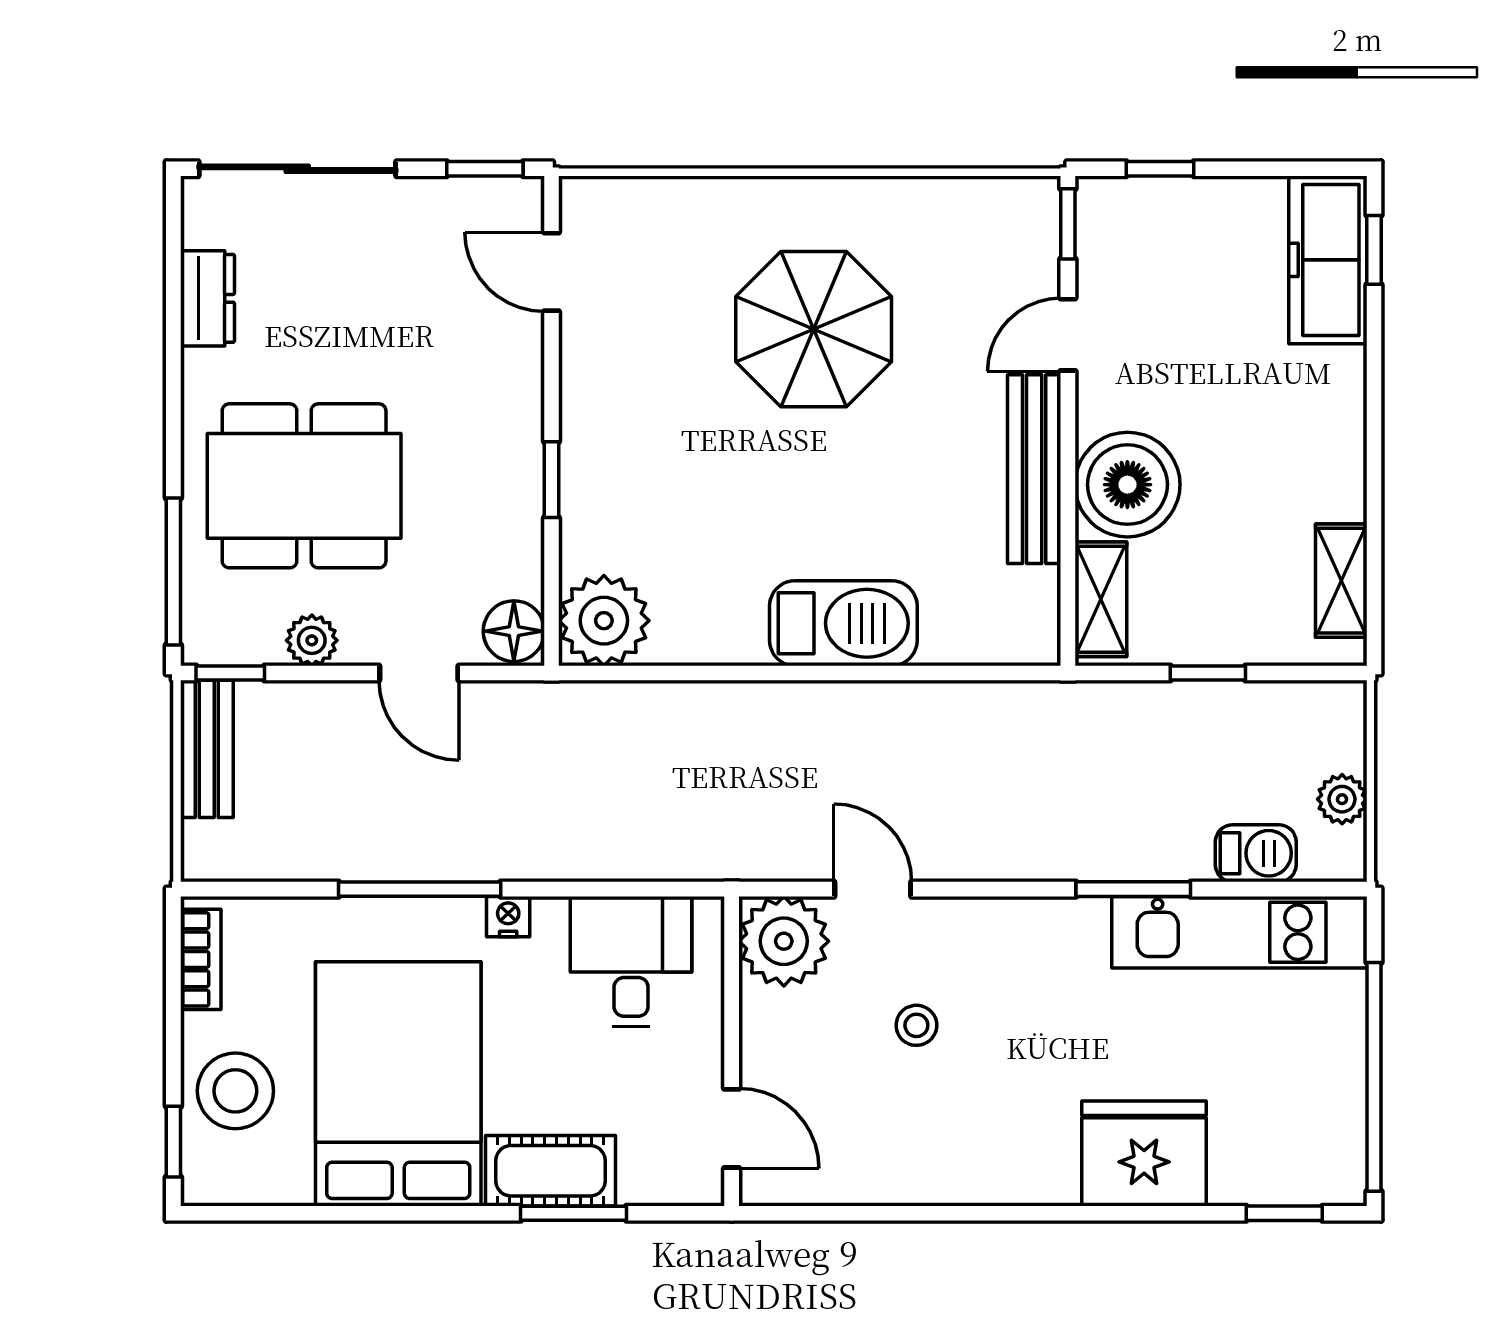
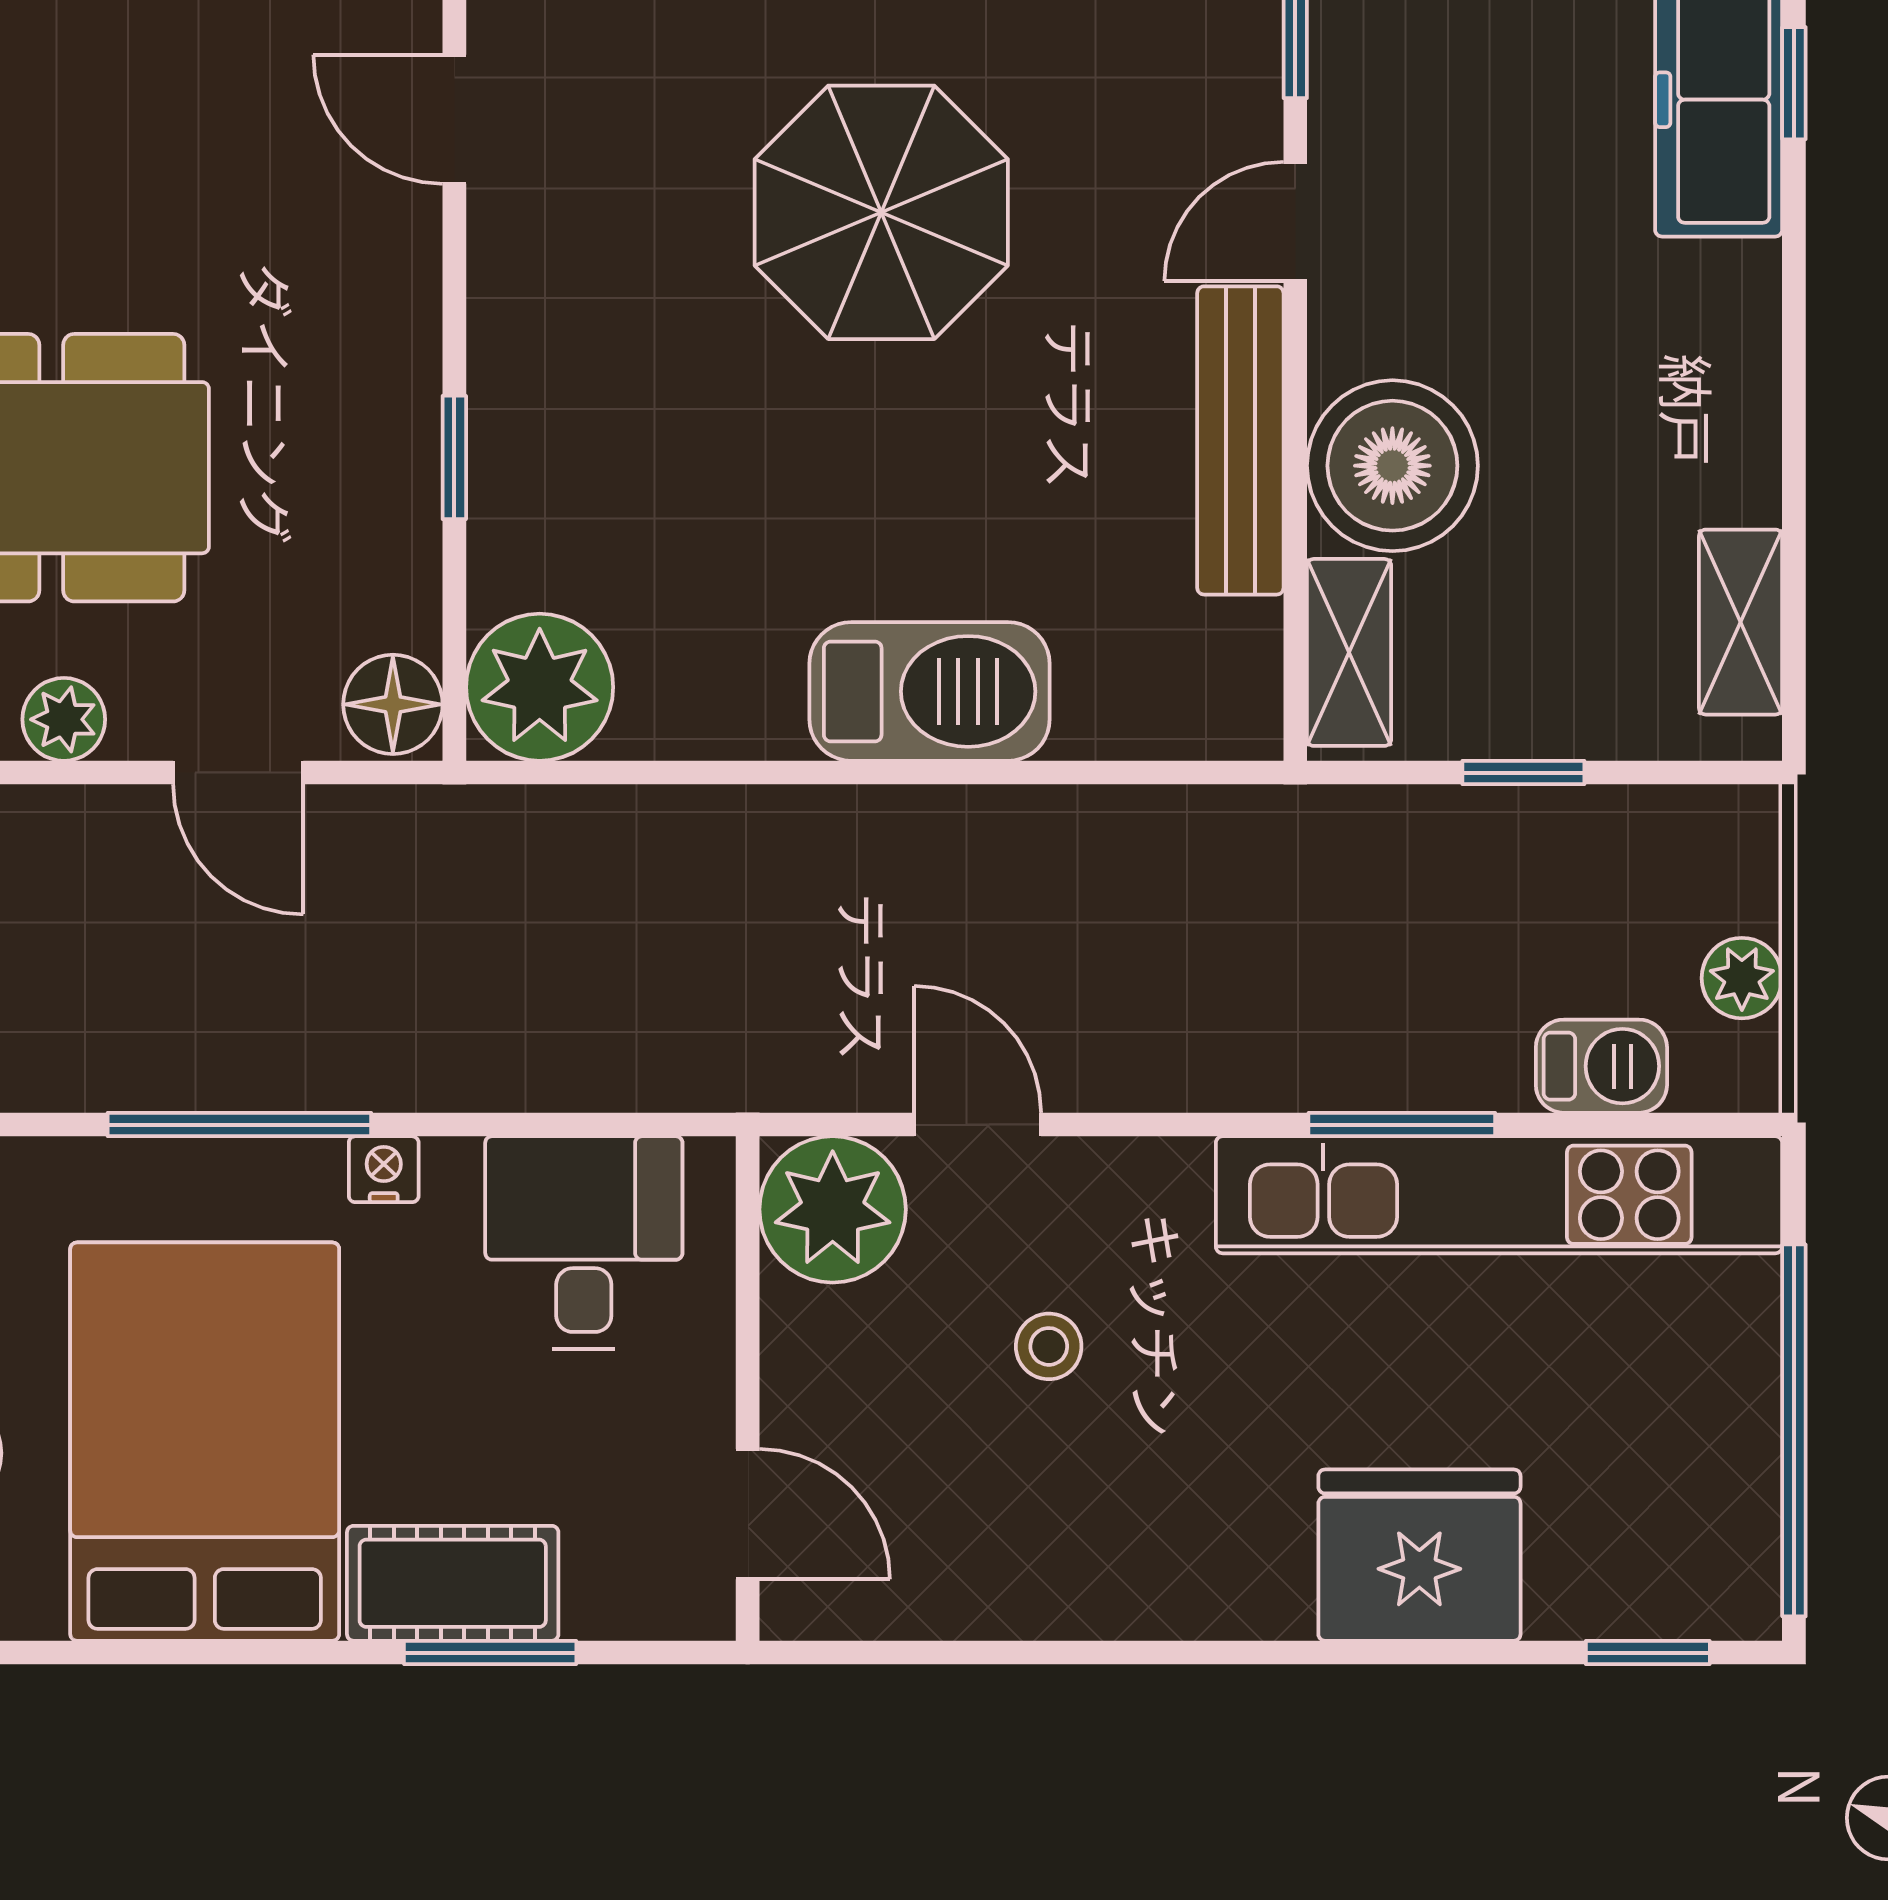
kitchen unit: (1239, 932) -> (1499, 1195), width x1.36

